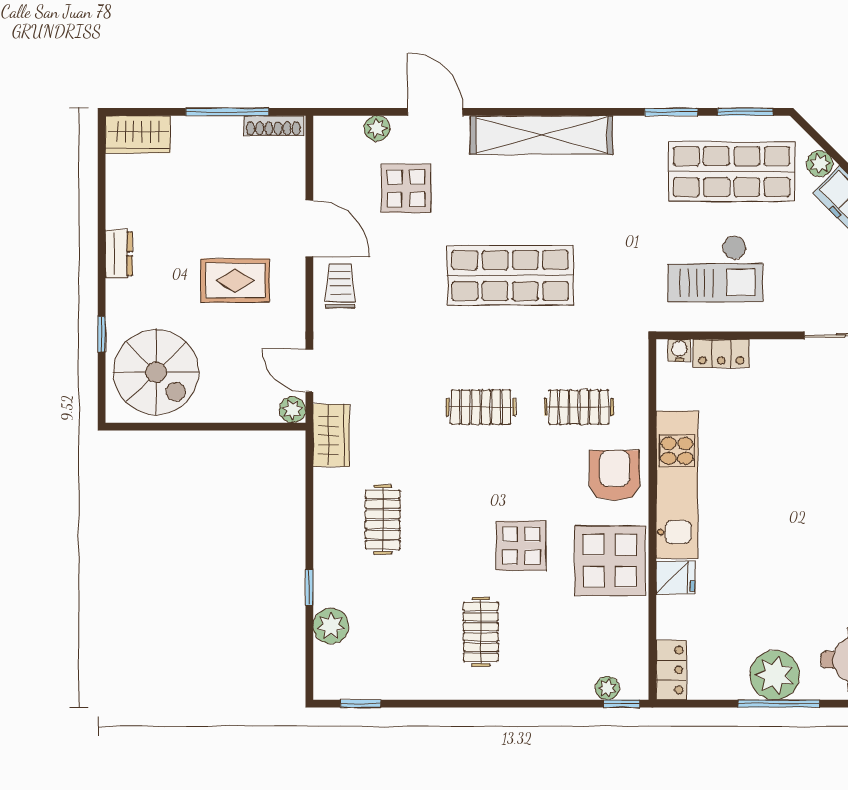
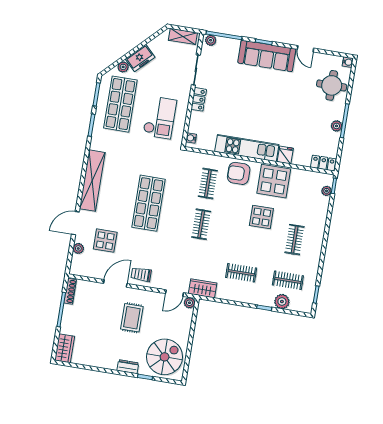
dresser: (119, 254) -> (128, 367), moved
locker: (721, 353) -> (199, 99), moved
clothes rail: (383, 632) -> (288, 280), added
clothes rail: (481, 632) -> (295, 240), turned 90
plant: (775, 675) -> (337, 126), width x0.53, depth x0.53

